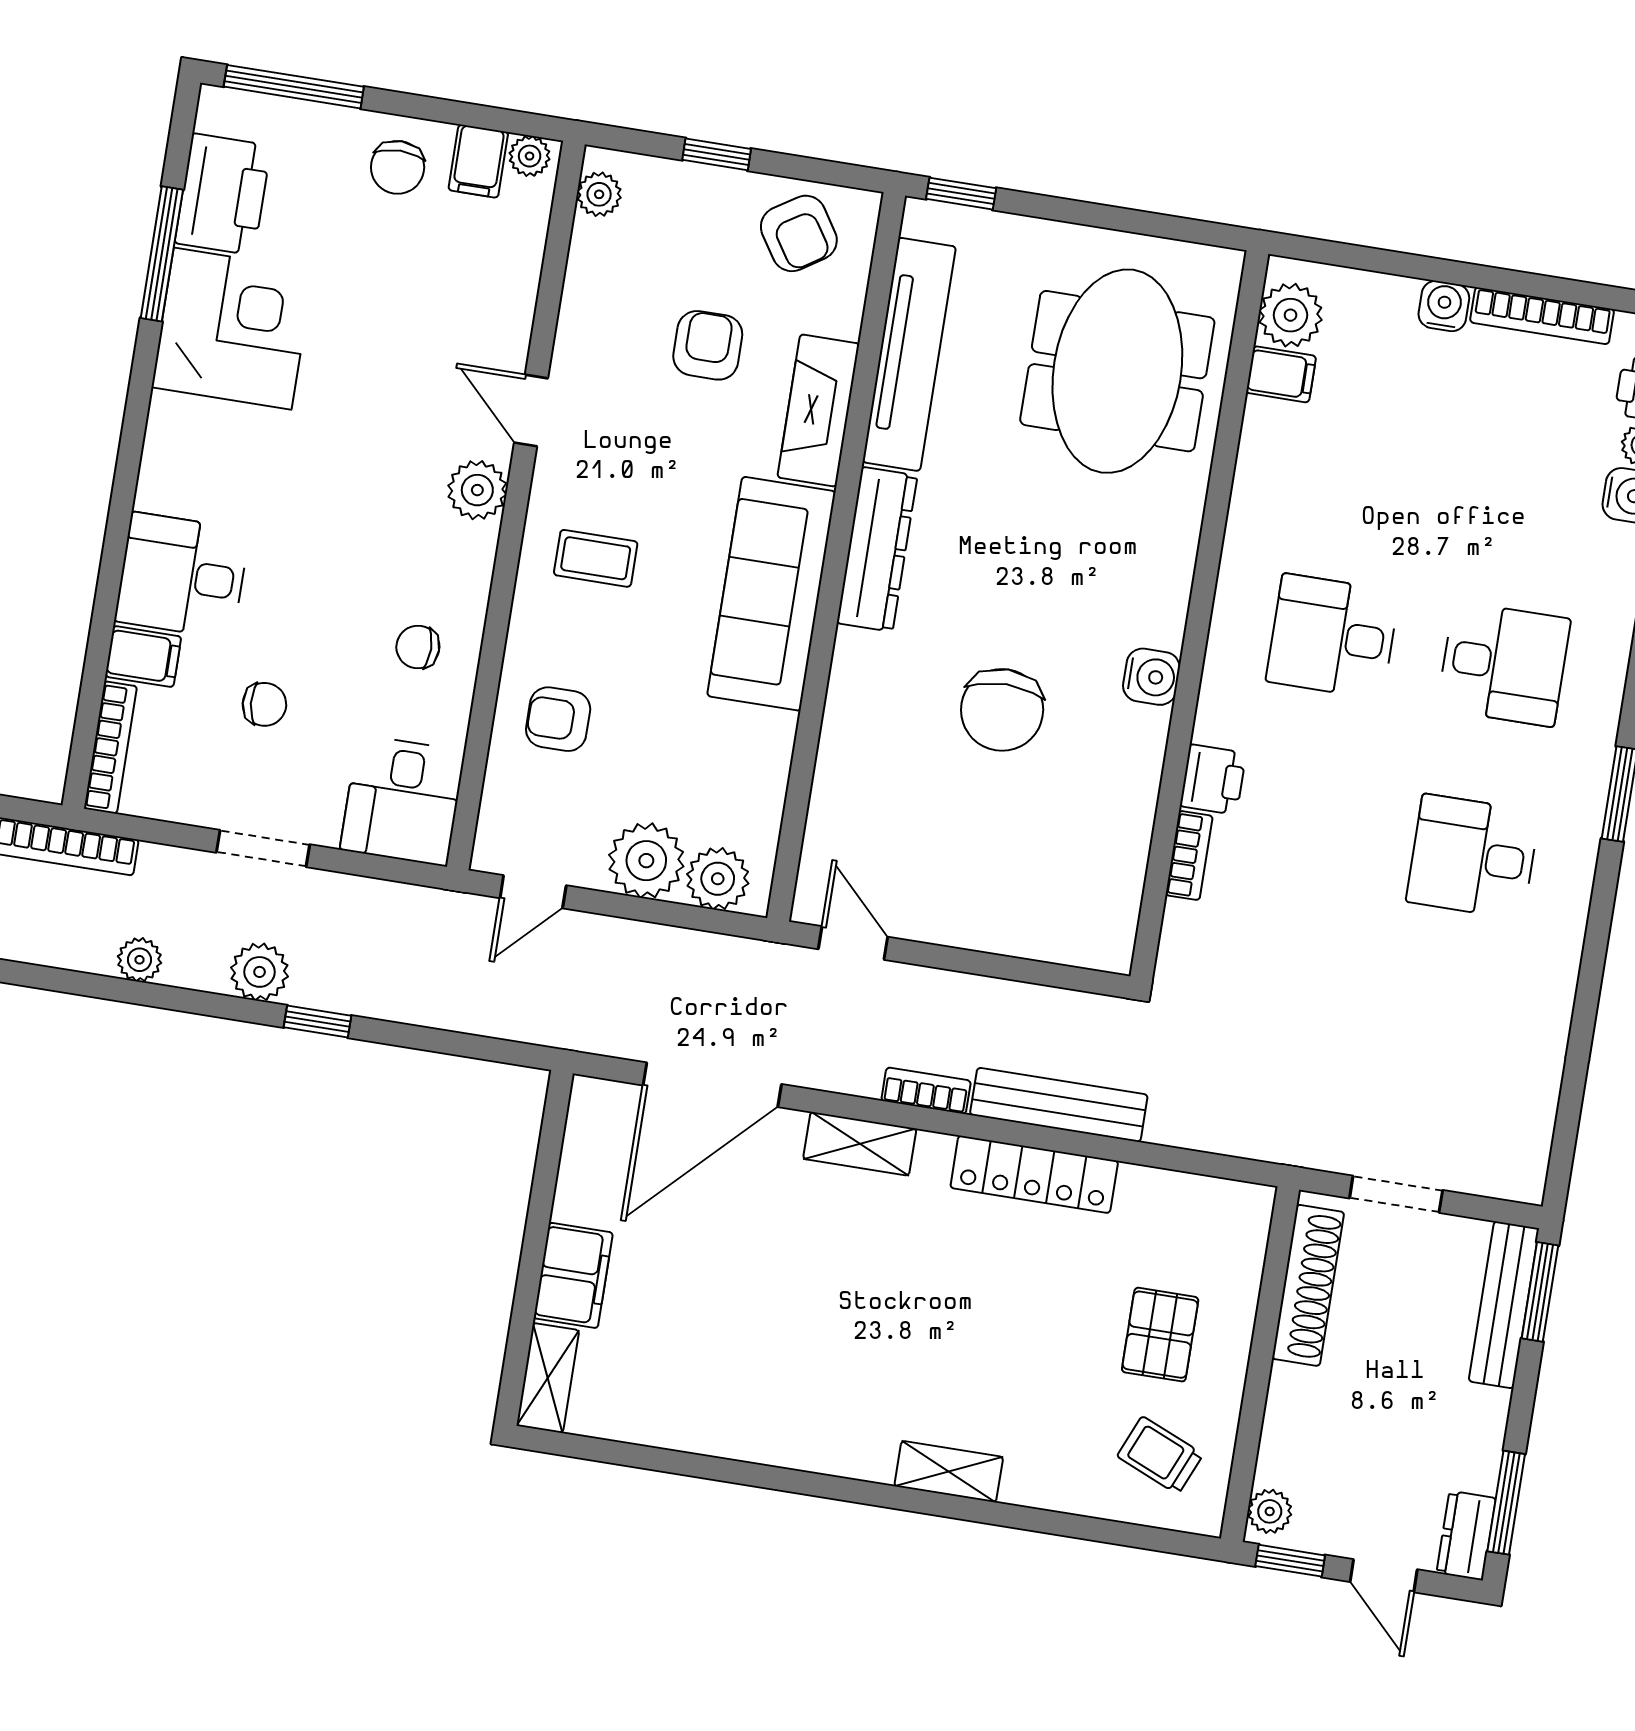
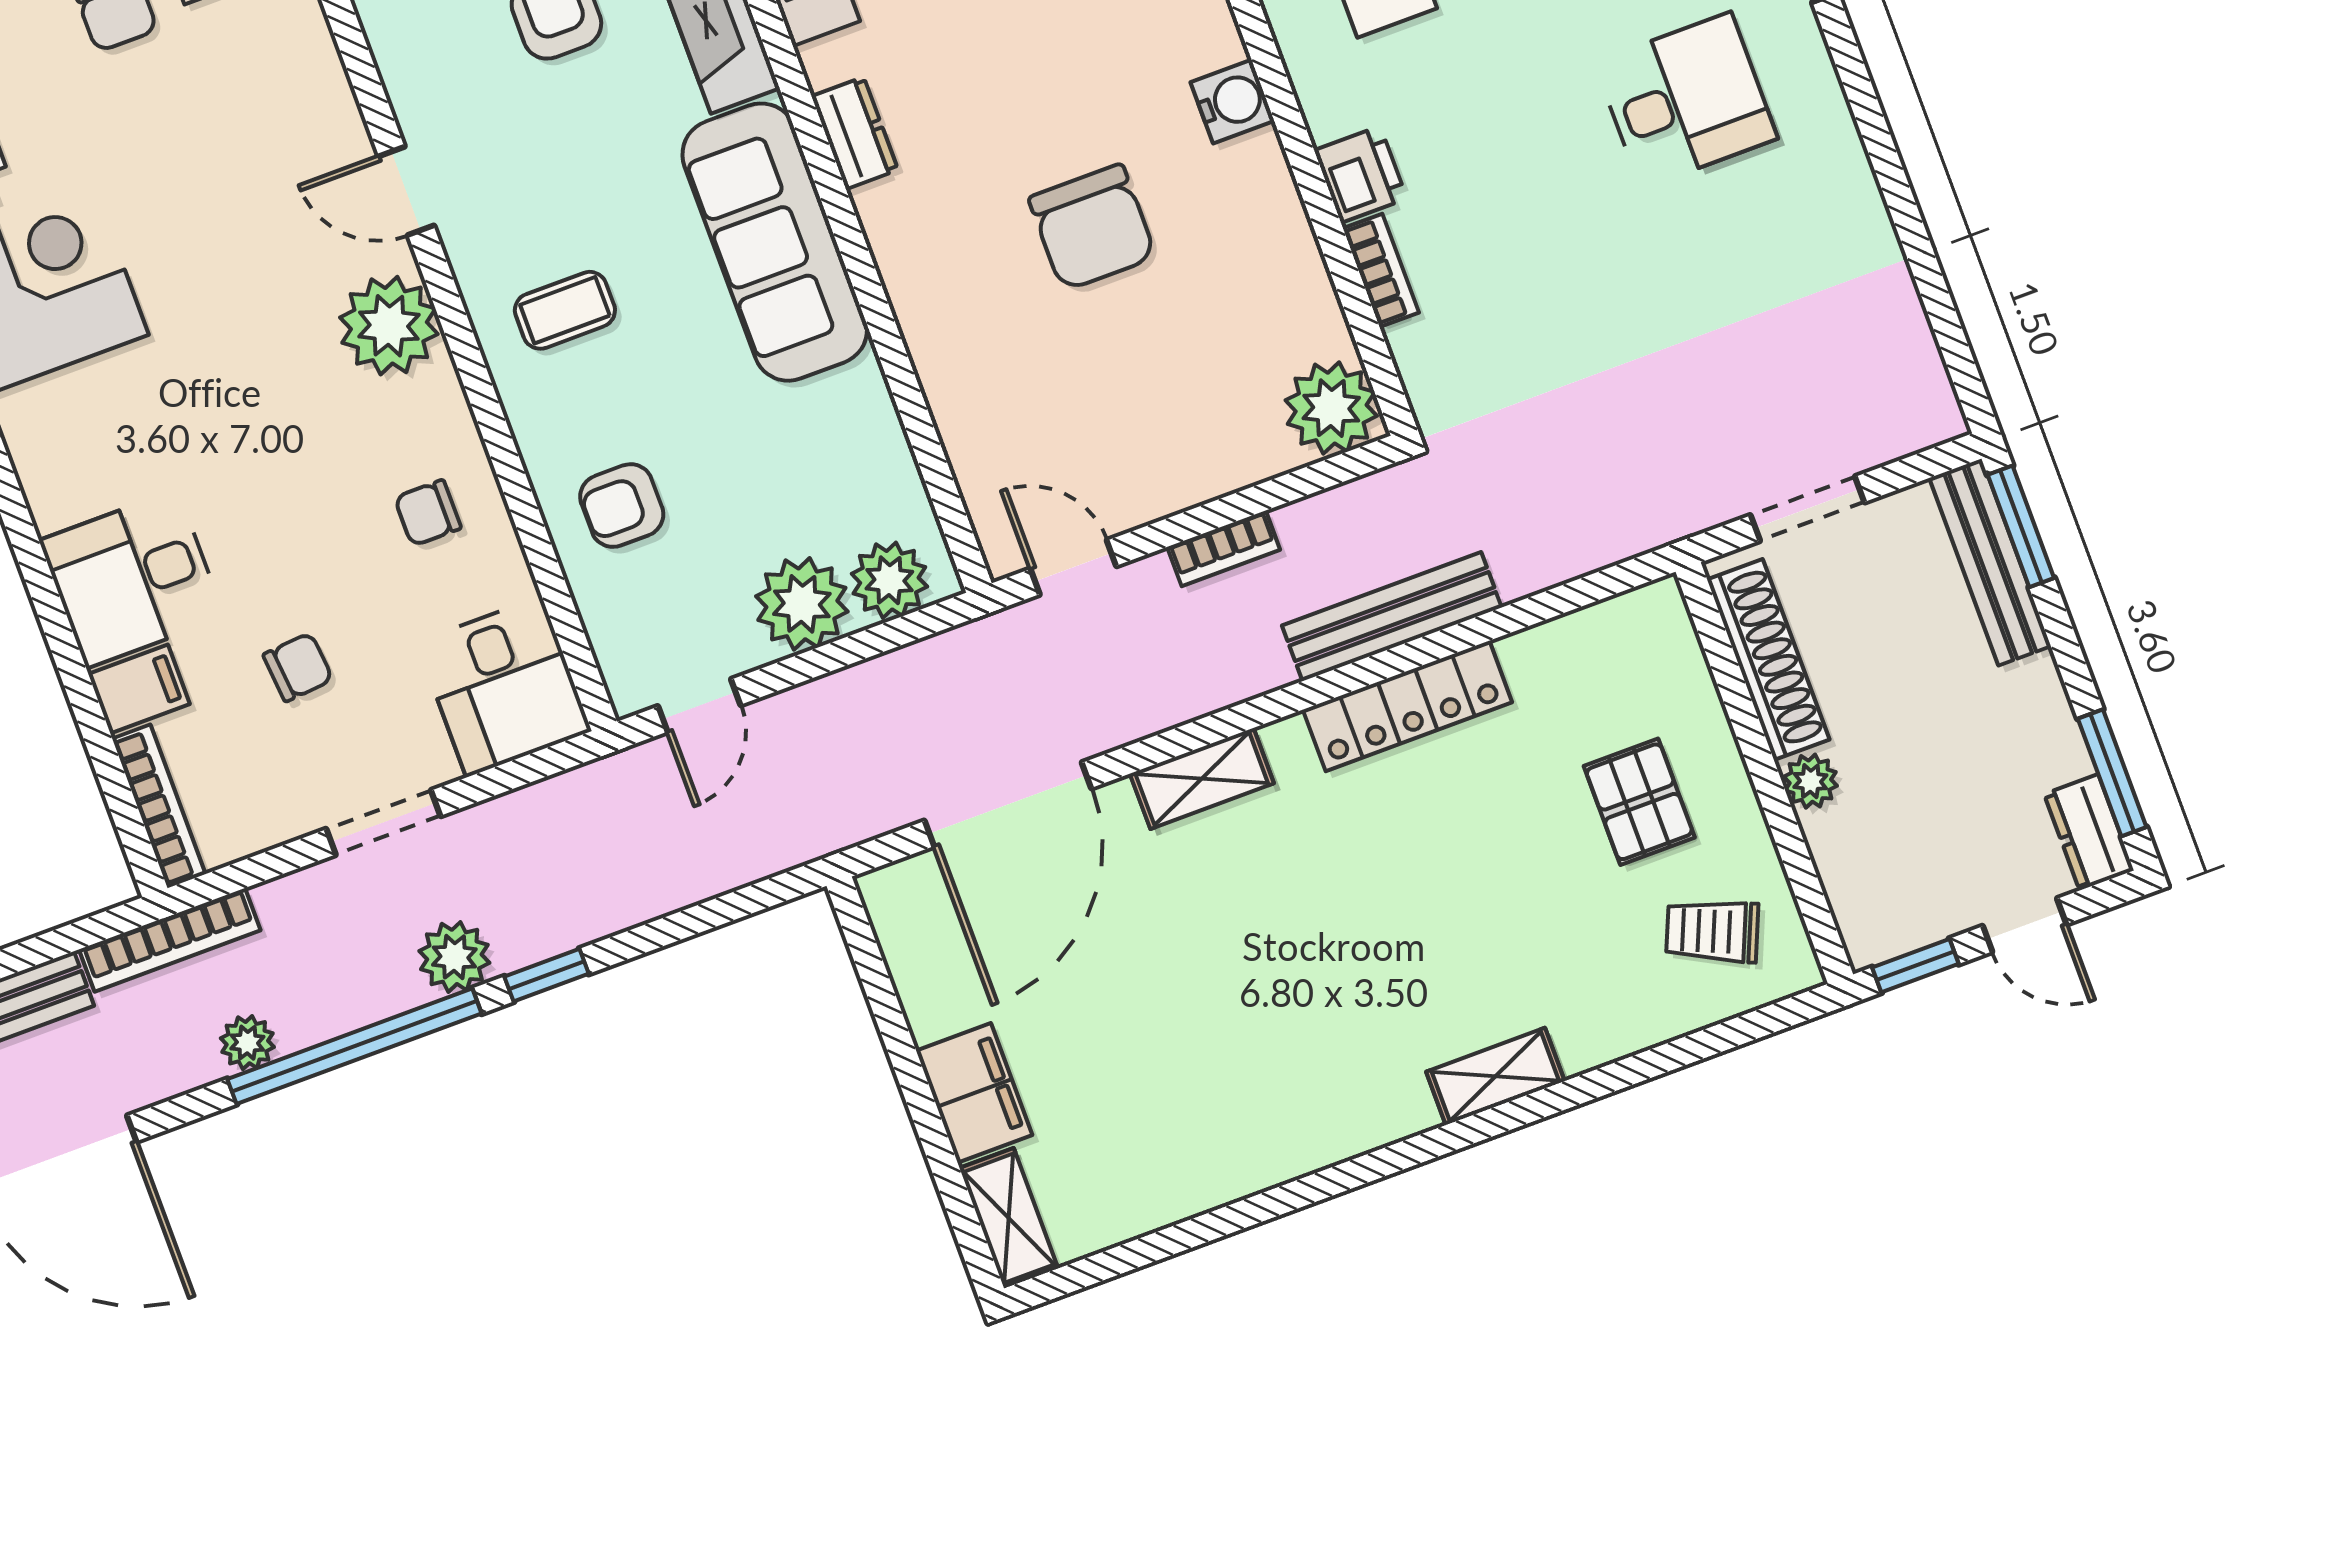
plant: (477, 490) -> (389, 326), width x1.36, depth x1.36
dresser: (877, 549) -> (855, 133), width x0.51, depth x0.80
desk: (1473, 857) -> (1686, 100), turned 180
plant: (1099, 933) -> (1331, 408), added
plant: (140, 960) -> (247, 1043), moved
window: (153, 995) -> (355, 1046), added
bookcase: (926, 1091) -> (1224, 548), moved, turned 180
plant: (1270, 1511) -> (1810, 781), moved

